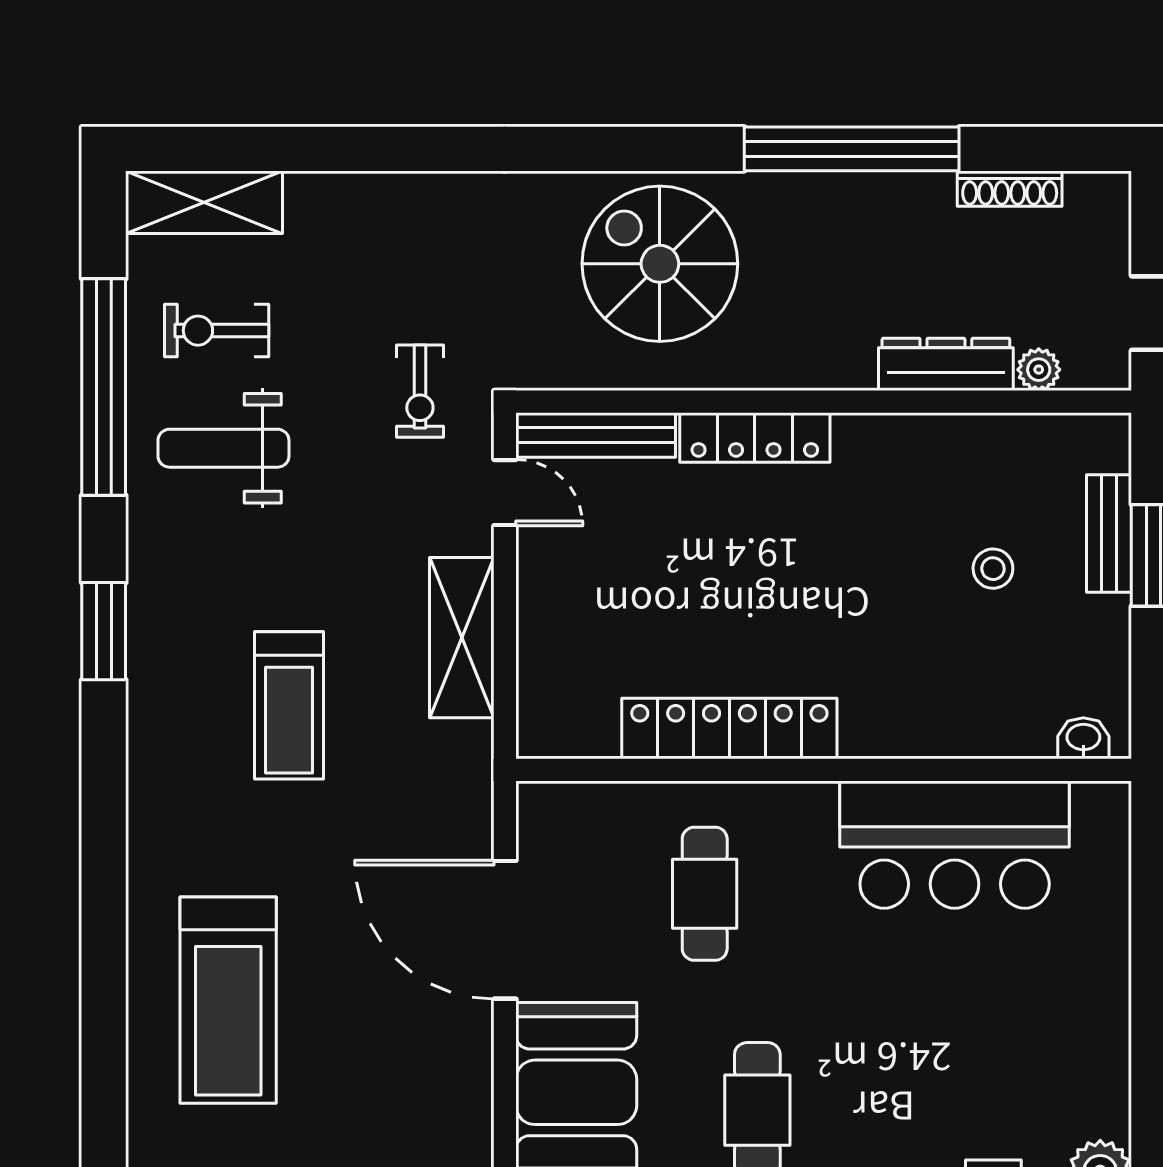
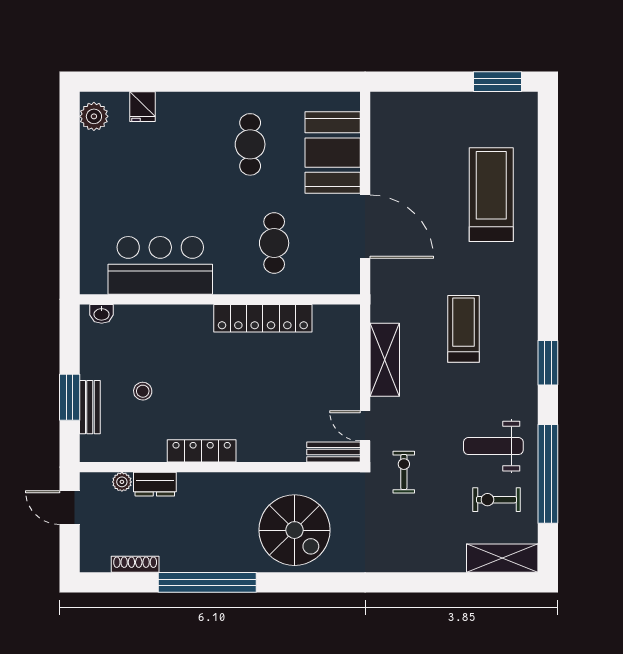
exercise bike: (217, 331) -> (496, 500), turned 180
dresser: (946, 364) -> (155, 484), width x0.70
bench: (596, 435) -> (333, 452), width x0.73
locker: (755, 438) -> (202, 451), moved
weight bench: (223, 448) -> (493, 446), turned 180

